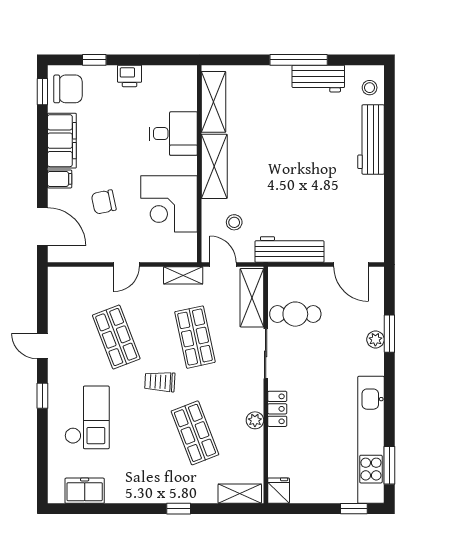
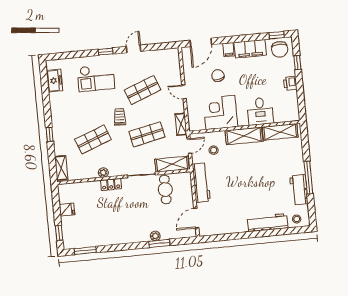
kitchen unit: (371, 440) -> (99, 239), removed
fridge: (279, 491) -> (67, 210), moved

